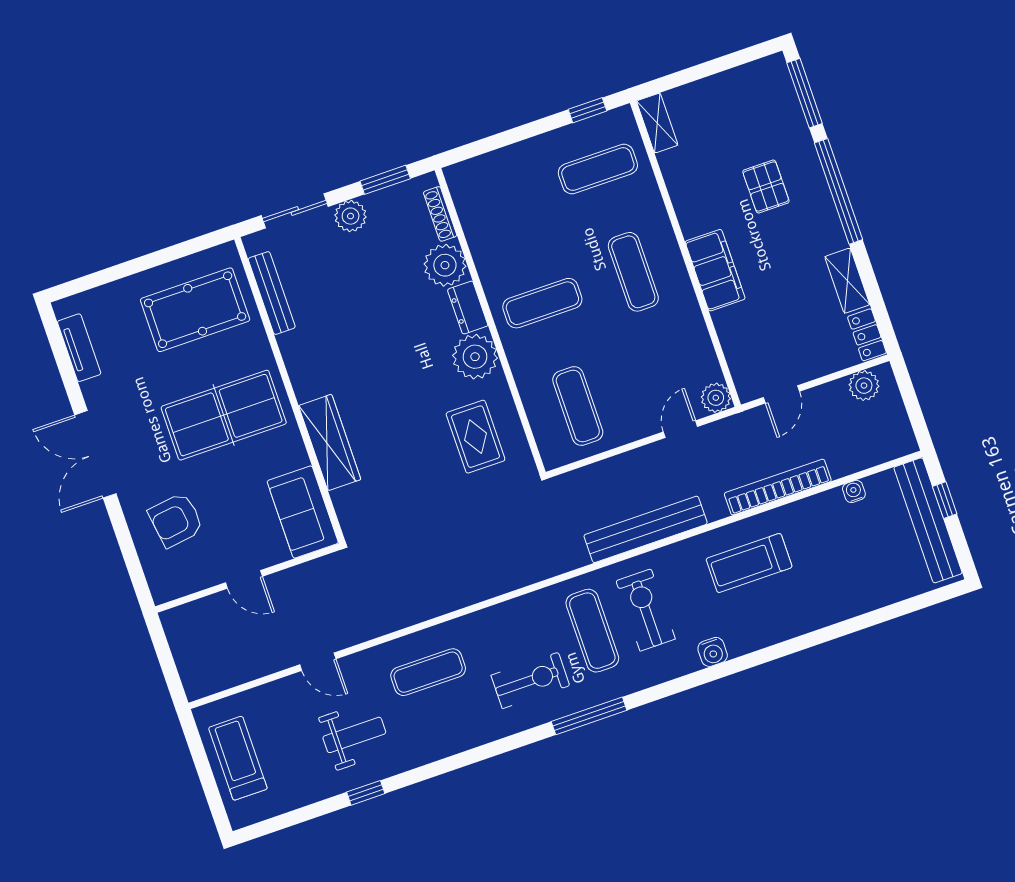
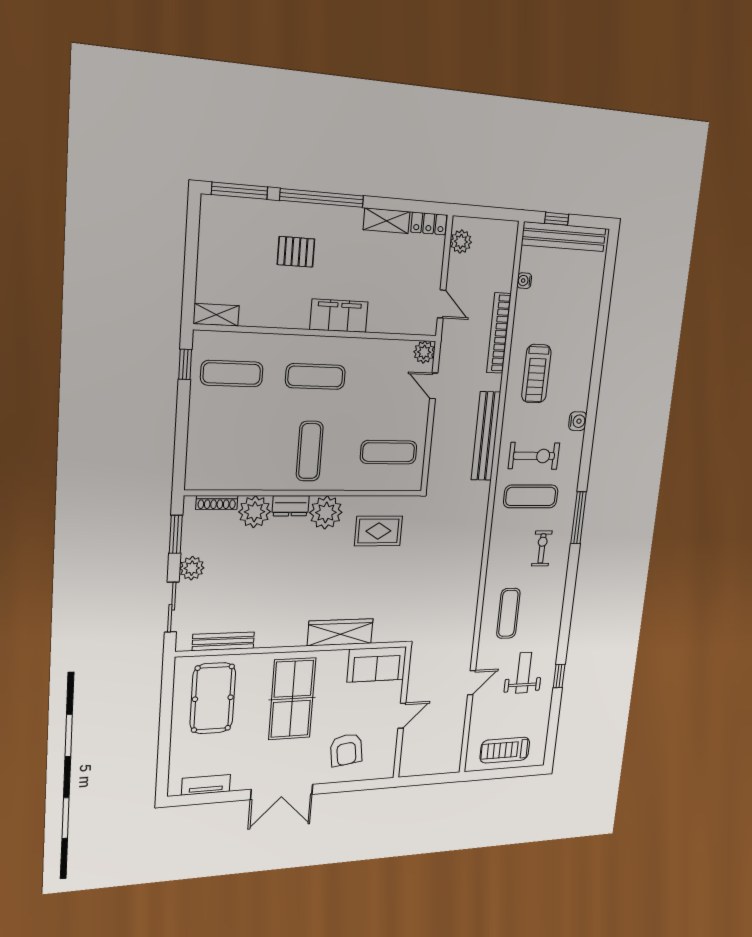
exercise mat: (598, 169) -> (232, 374), turned 90
exercise bike: (646, 610) -> (534, 456), turned 180
exercise bike: (530, 680) -> (542, 548), width x0.73, depth x0.72

